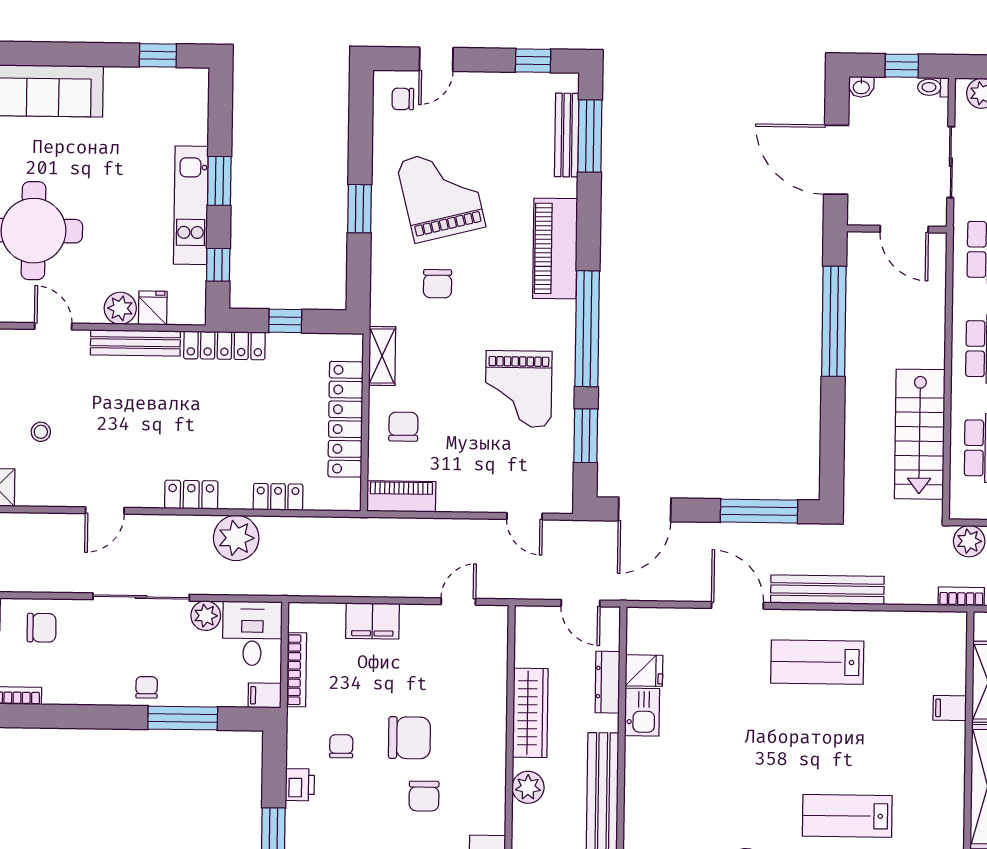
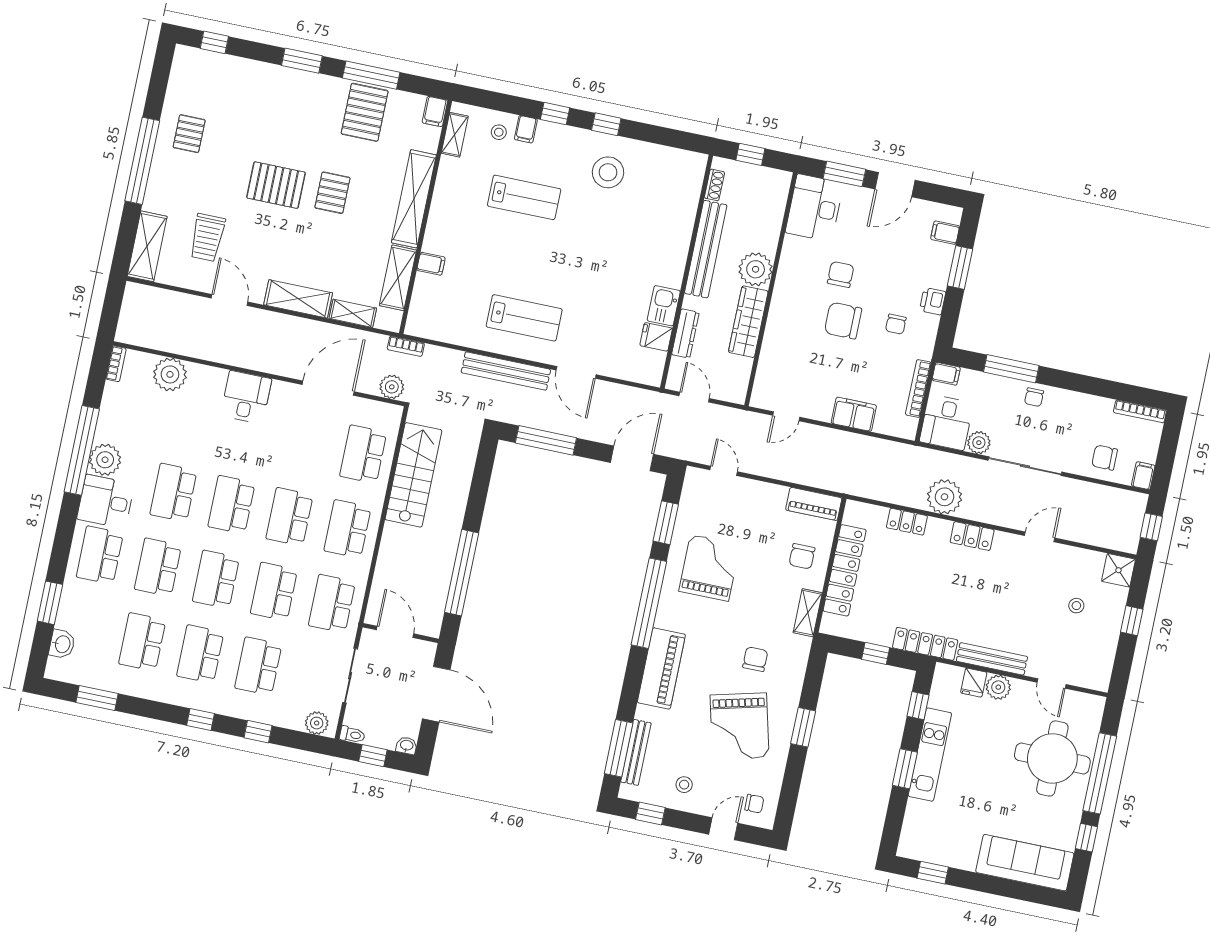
stool: (497, 106) -> (684, 785), added
plant: (528, 787) -> (756, 269), width x1.36, depth x1.36

